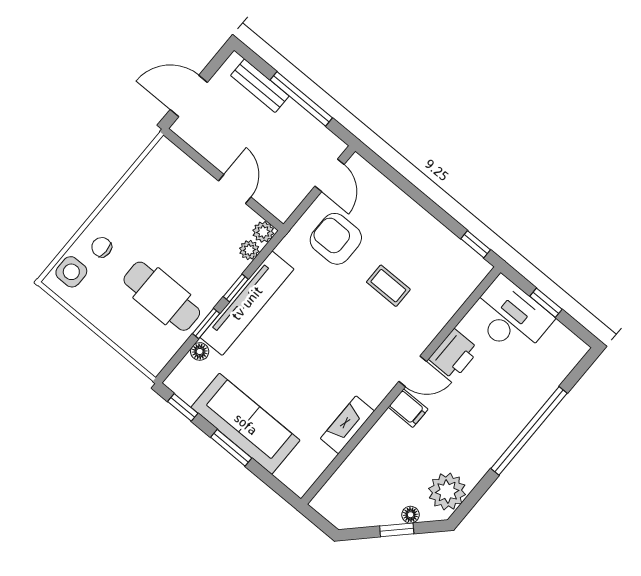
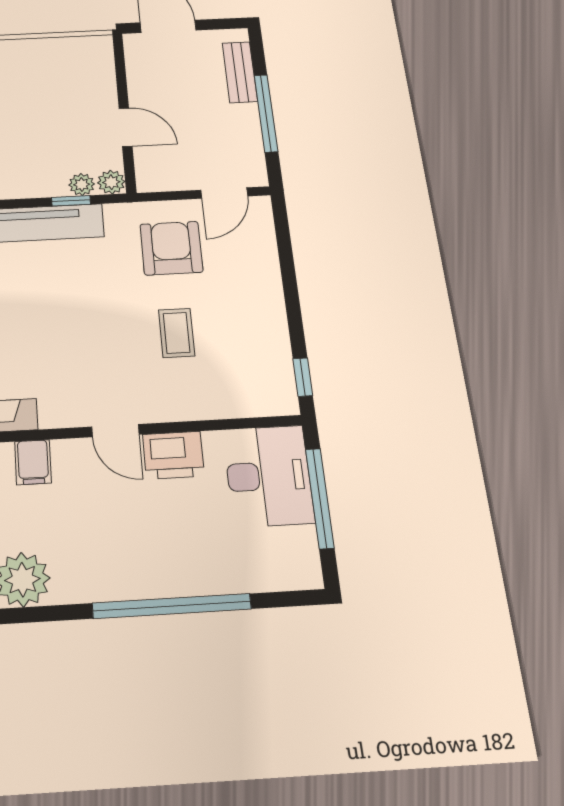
door: (235, 189) -> (126, 127), hinge flipped
window: (236, 288) -> (71, 201), moved
window: (546, 303) -> (320, 498), width x2.17
filing cabinet: (408, 408) -> (33, 462), moved

